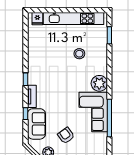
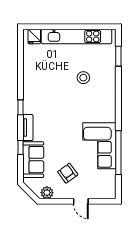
plant: (99, 83) -> (107, 112), removed

